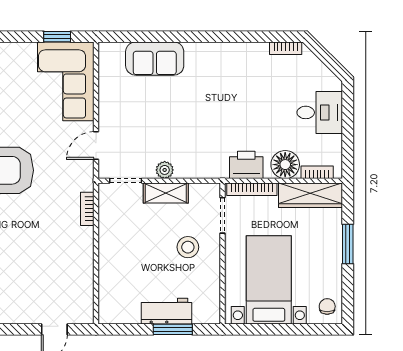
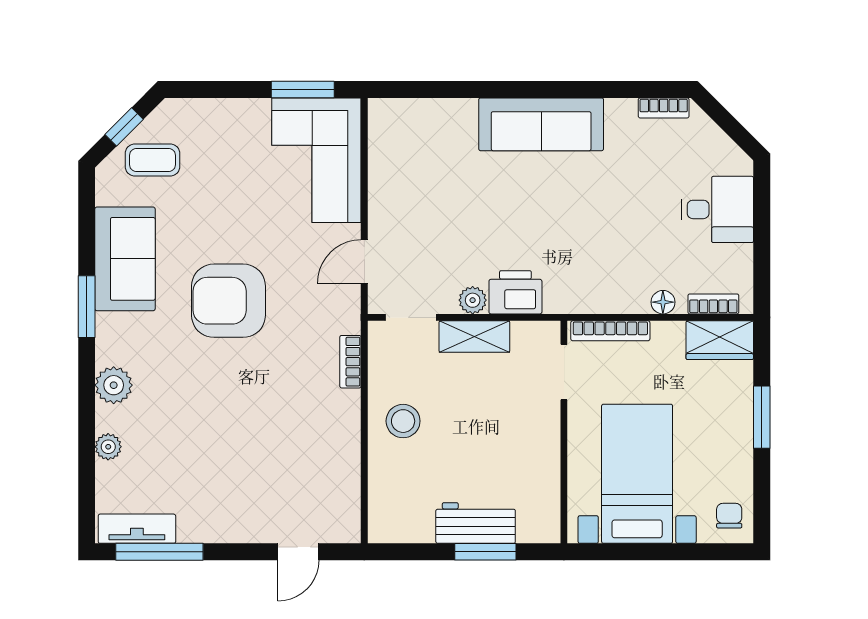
window: (57, 37) -> (303, 90), width x1.50
sofa: (155, 59) -> (541, 124), moved, width x1.36
printer: (246, 165) -> (515, 292), moved
floor lamp: (285, 165) -> (663, 302), width x0.53, depth x0.53
wardrobe: (311, 195) -> (720, 340), width x0.67
stool: (188, 247) -> (403, 421), moved

